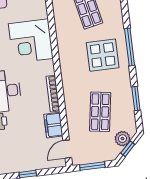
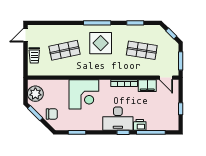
plant: (122, 139) -> (163, 36), removed

